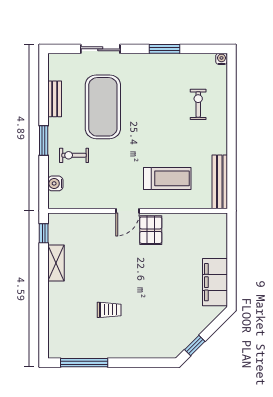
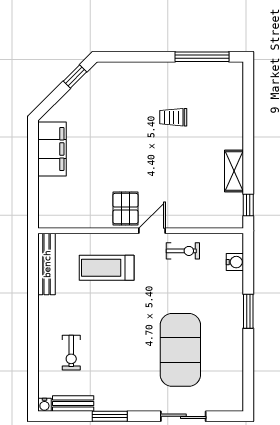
bench: (55, 99) -> (73, 404), moved, turned 90
exercise bike: (74, 155) -> (183, 251), moved

